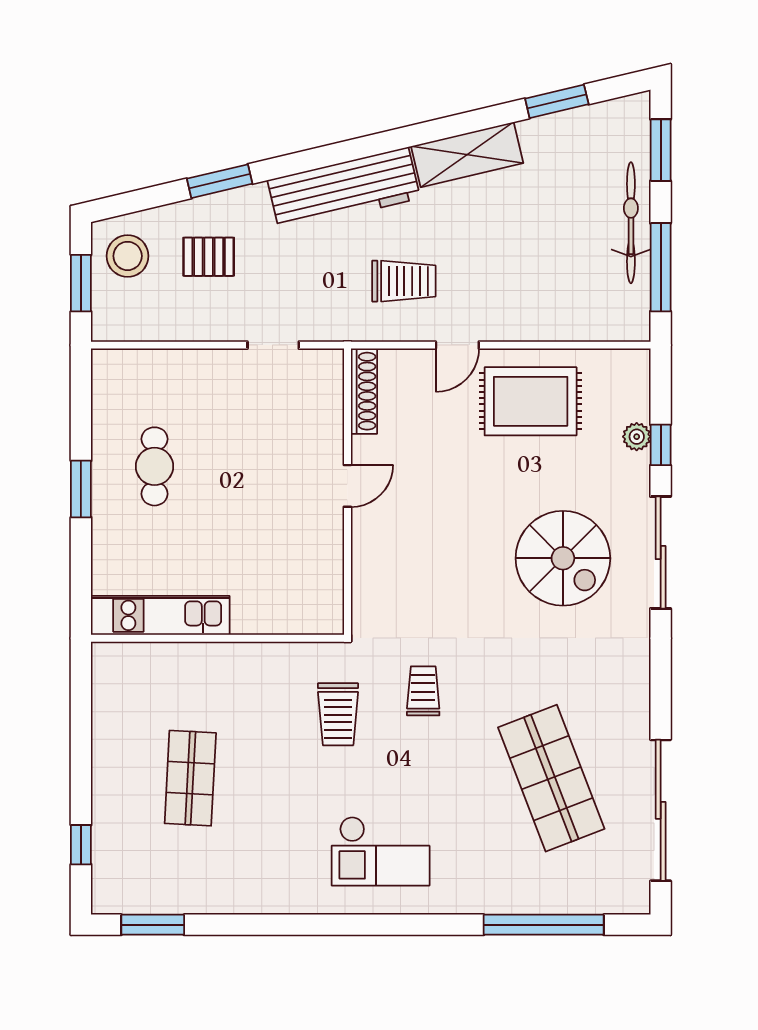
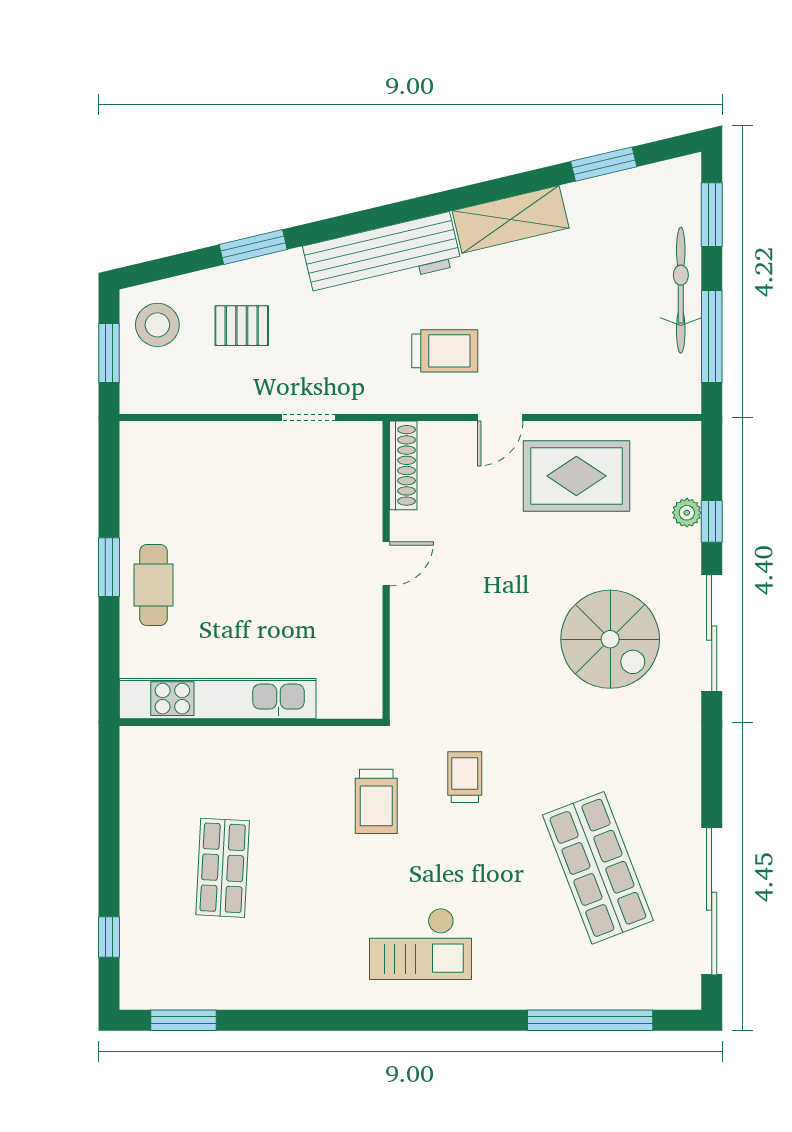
cafe table: (154, 466) -> (154, 585), moved
kitchen unit: (160, 615) -> (218, 699), width x1.36

